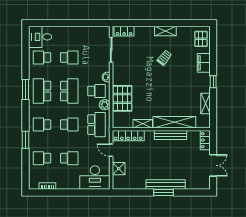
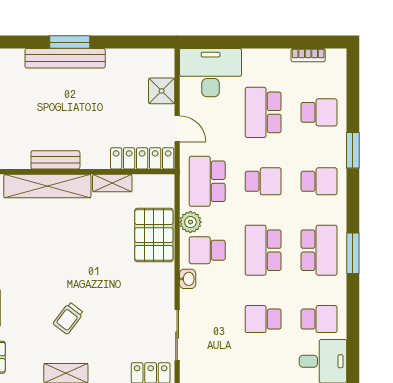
school desk: (69, 125) -> (263, 181), turned 180
bench: (170, 135) -> (55, 160), width x0.73
school desk: (69, 158) -> (263, 112), width x1.85

